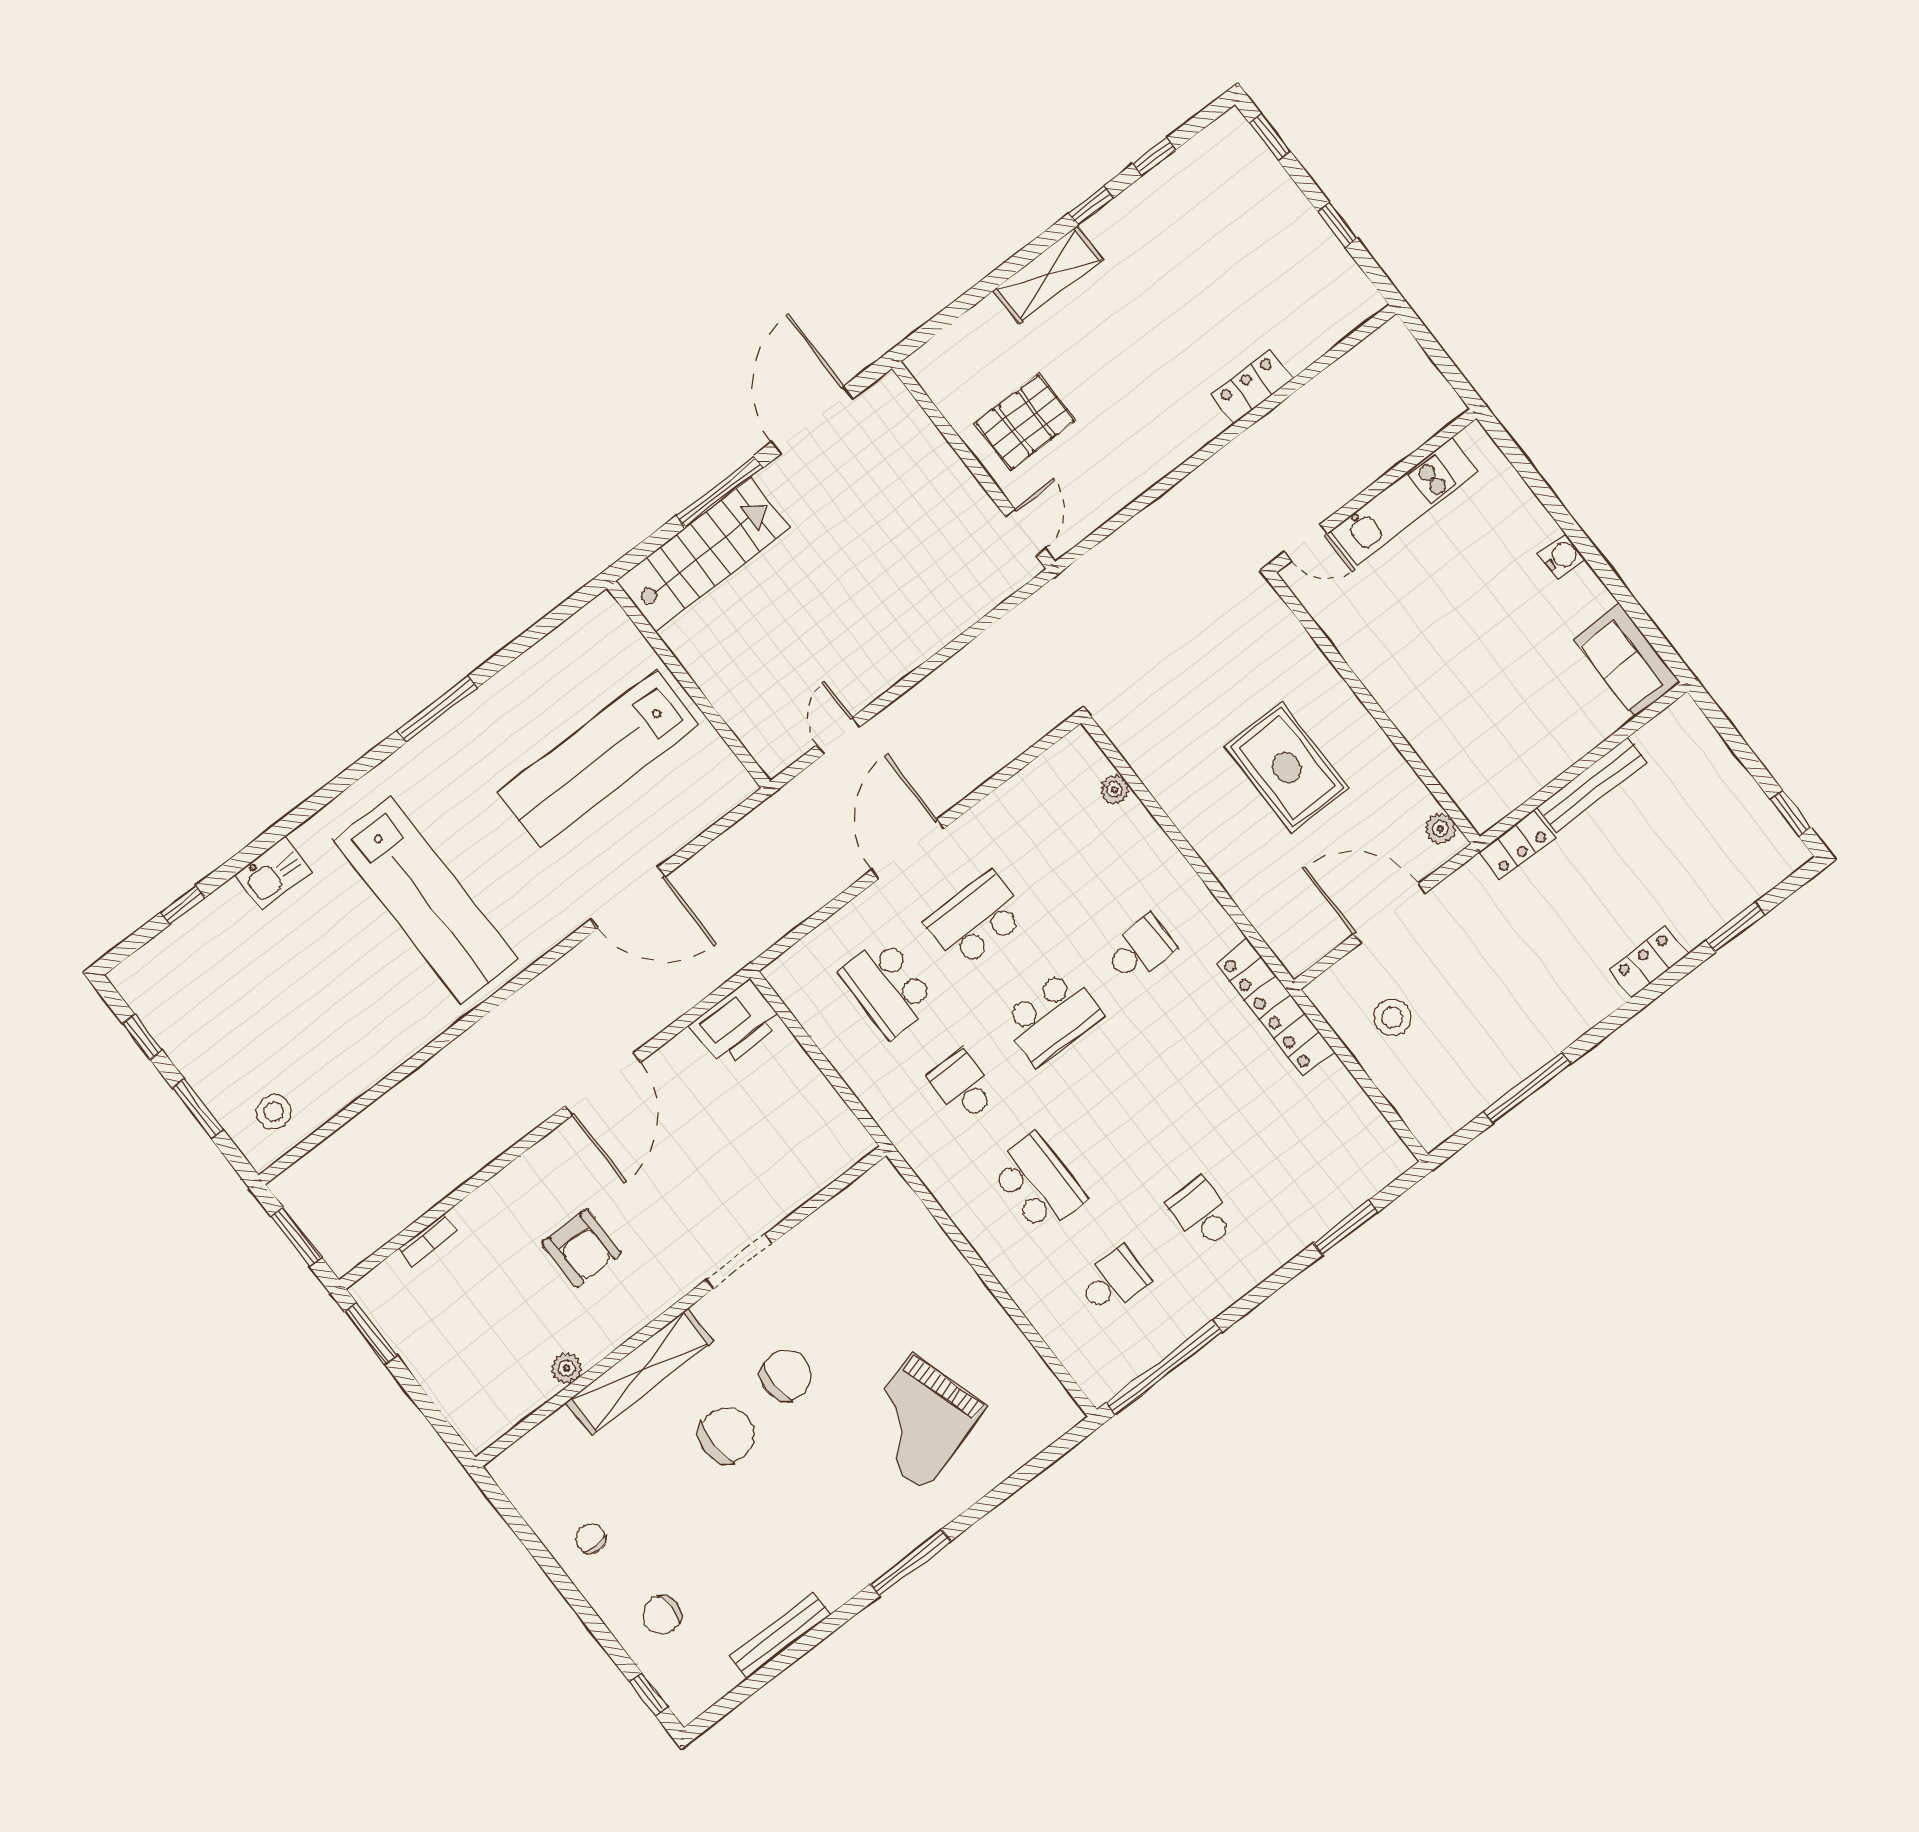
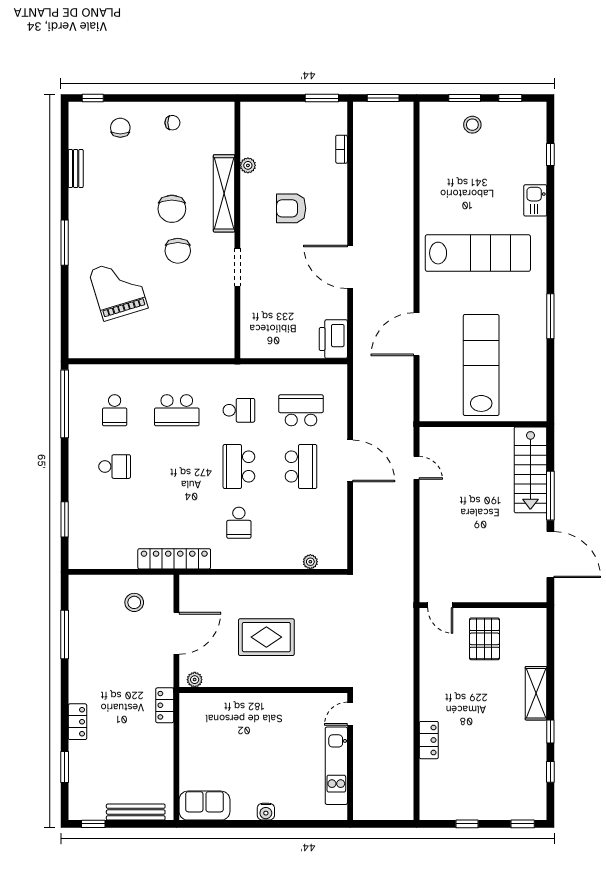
bench: (1592, 785) -> (136, 812), moved, turned 90
lab bench: (426, 900) -> (478, 253), turned 180
stool: (274, 1112) -> (472, 125), moved
bench: (780, 1636) -> (76, 168), width x0.73

